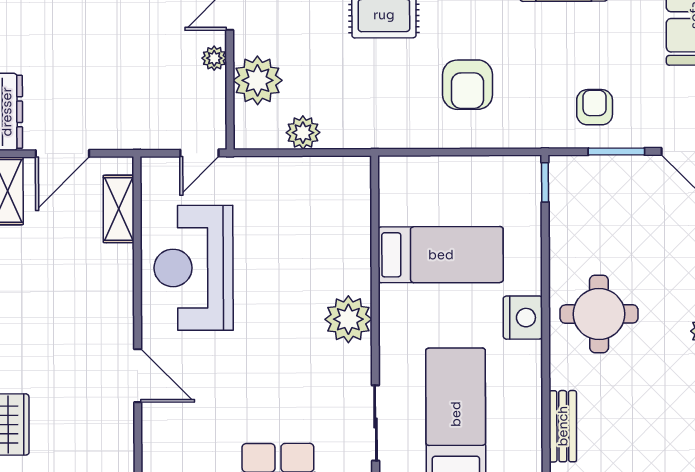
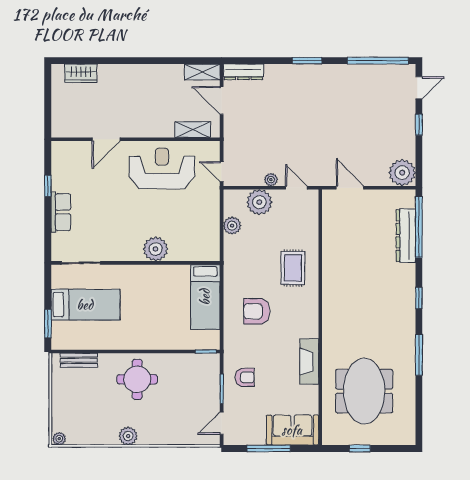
bed: (441, 255) -> (205, 297), moved
nightstand: (523, 318) -> (135, 340), removed
plant: (348, 319) -> (156, 249), moved

